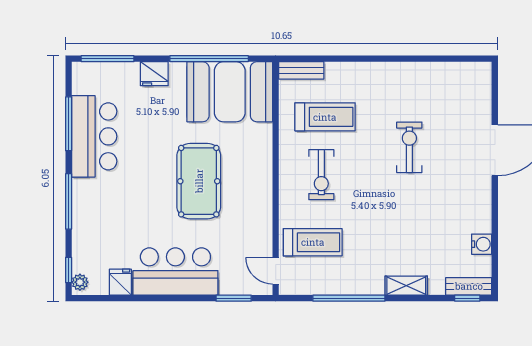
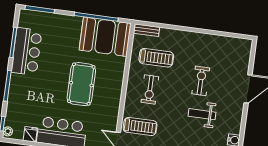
fridge: (154, 74) -> (65, 21), removed
weight bench: (419, 206) -> (202, 114), added

